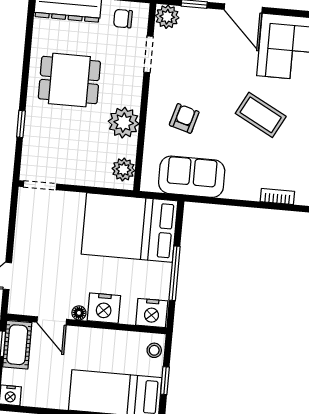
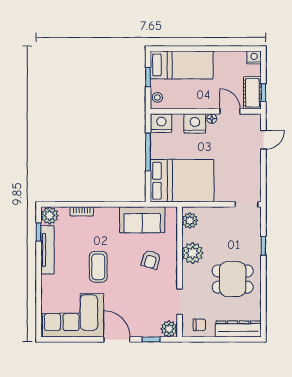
coffee table: (261, 115) -> (98, 267), turned 62

